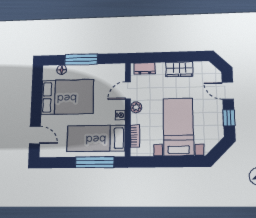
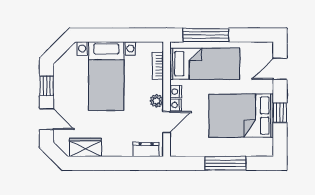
wardrobe: (179, 69) -> (85, 147), moved
floor lamp: (62, 70) -> (250, 151), removed
window: (36, 100) -> (280, 113), added
nightstand: (121, 104) -> (175, 105), added
door: (35, 135) -> (280, 69), hinge flipped

